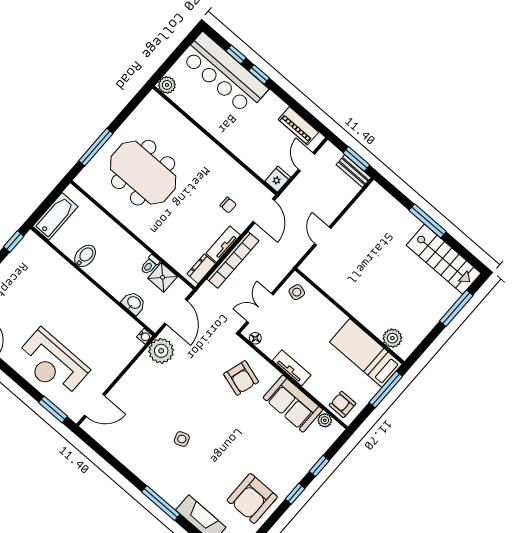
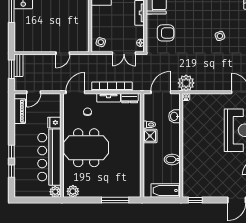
bar counter: (224, 73) -> (49, 157), moved, turned 180
plant: (149, 106) -> (73, 191), added
meeting table: (143, 173) -> (86, 148), moved, turned 90
fridge: (278, 179) -> (54, 123), moved
shower: (163, 277) -> (150, 136), moved
armchair: (241, 378) -> (166, 33), turned 73

